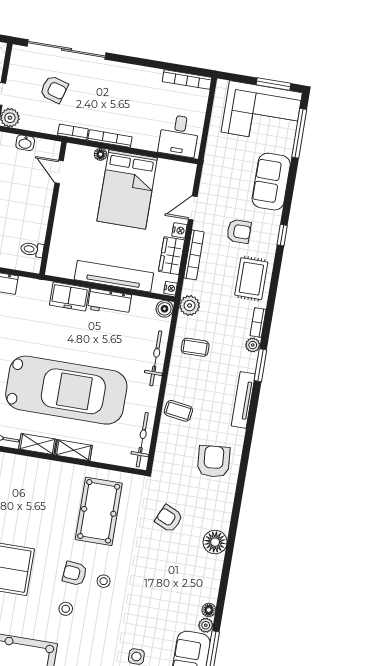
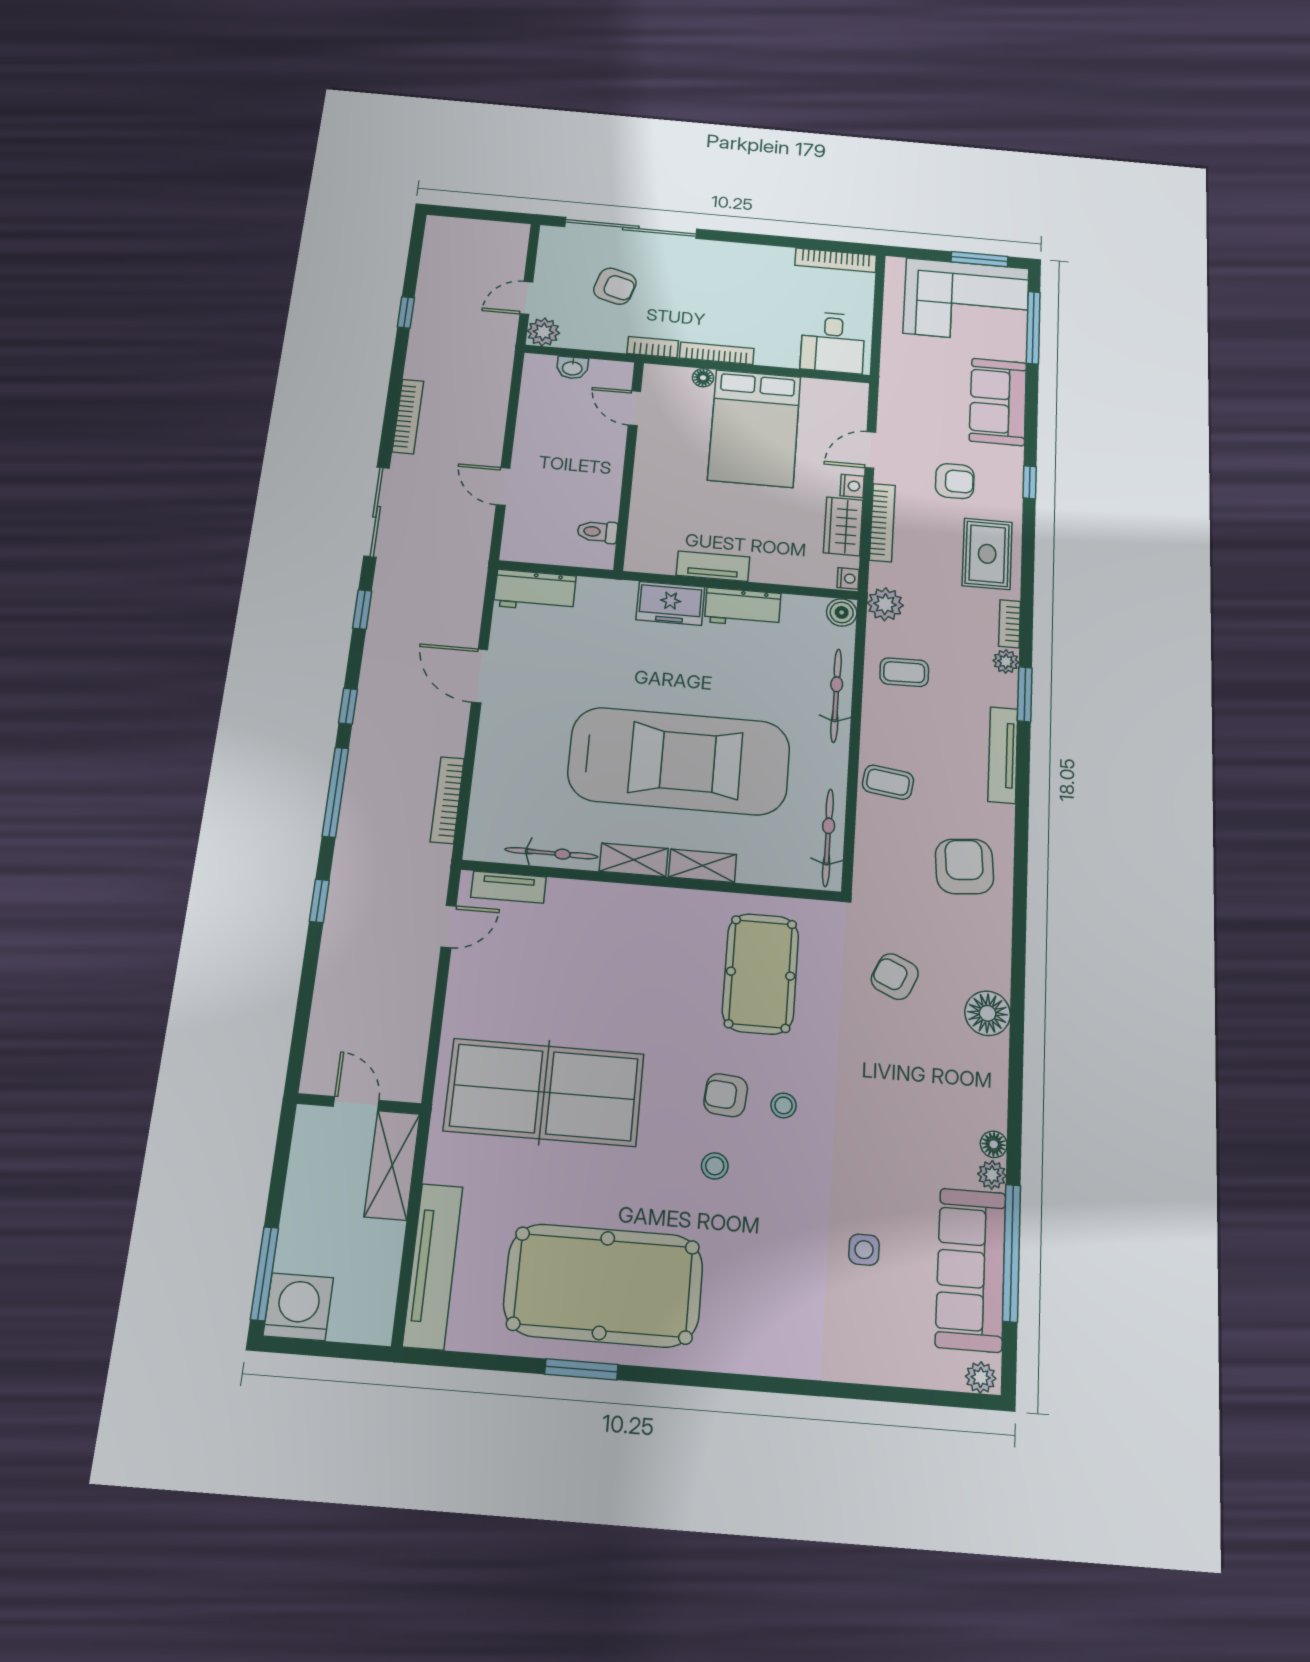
tv unit: (114, 276) -> (713, 566), width x0.52, depth x0.78

